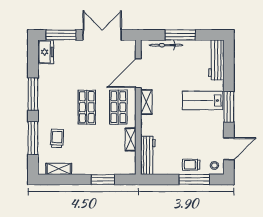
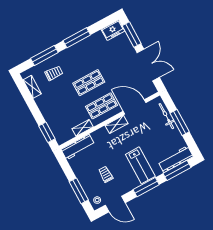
window: (229, 65) -> (177, 170), added
lab bench: (203, 100) -> (140, 165), turned 180
trolley: (191, 165) -> (106, 174), moved
window: (103, 179) -> (47, 132), moved

